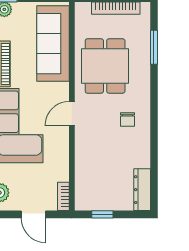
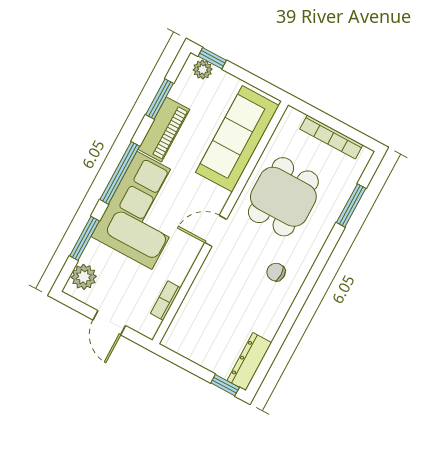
chair: (128, 120) -> (276, 272), turned 90
bookcase: (63, 196) -> (166, 301), moved
window: (102, 214) -> (225, 385), moved

